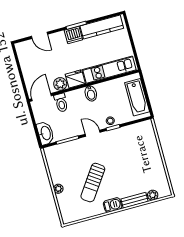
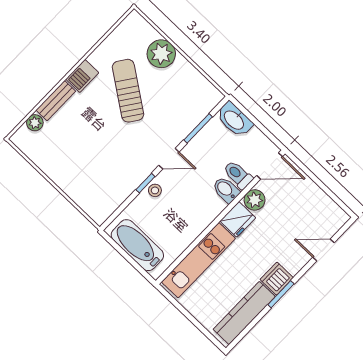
bidet: (91, 93) -> (226, 190), moved
door: (41, 97) -> (270, 166), hinge flipped
plant: (58, 189) -> (161, 54), width x1.88, depth x1.88

